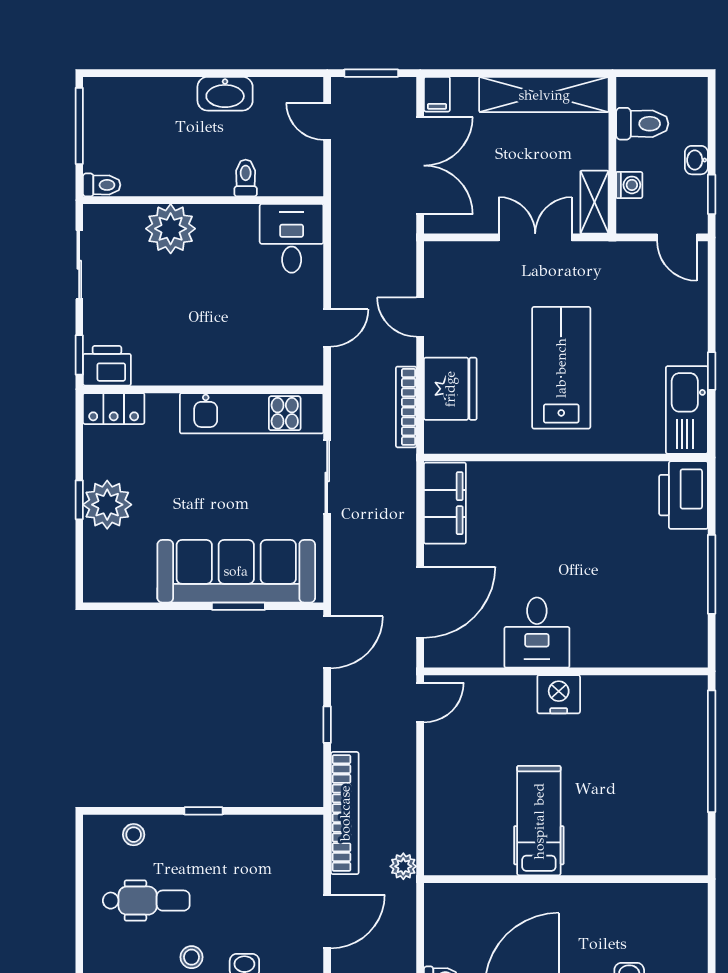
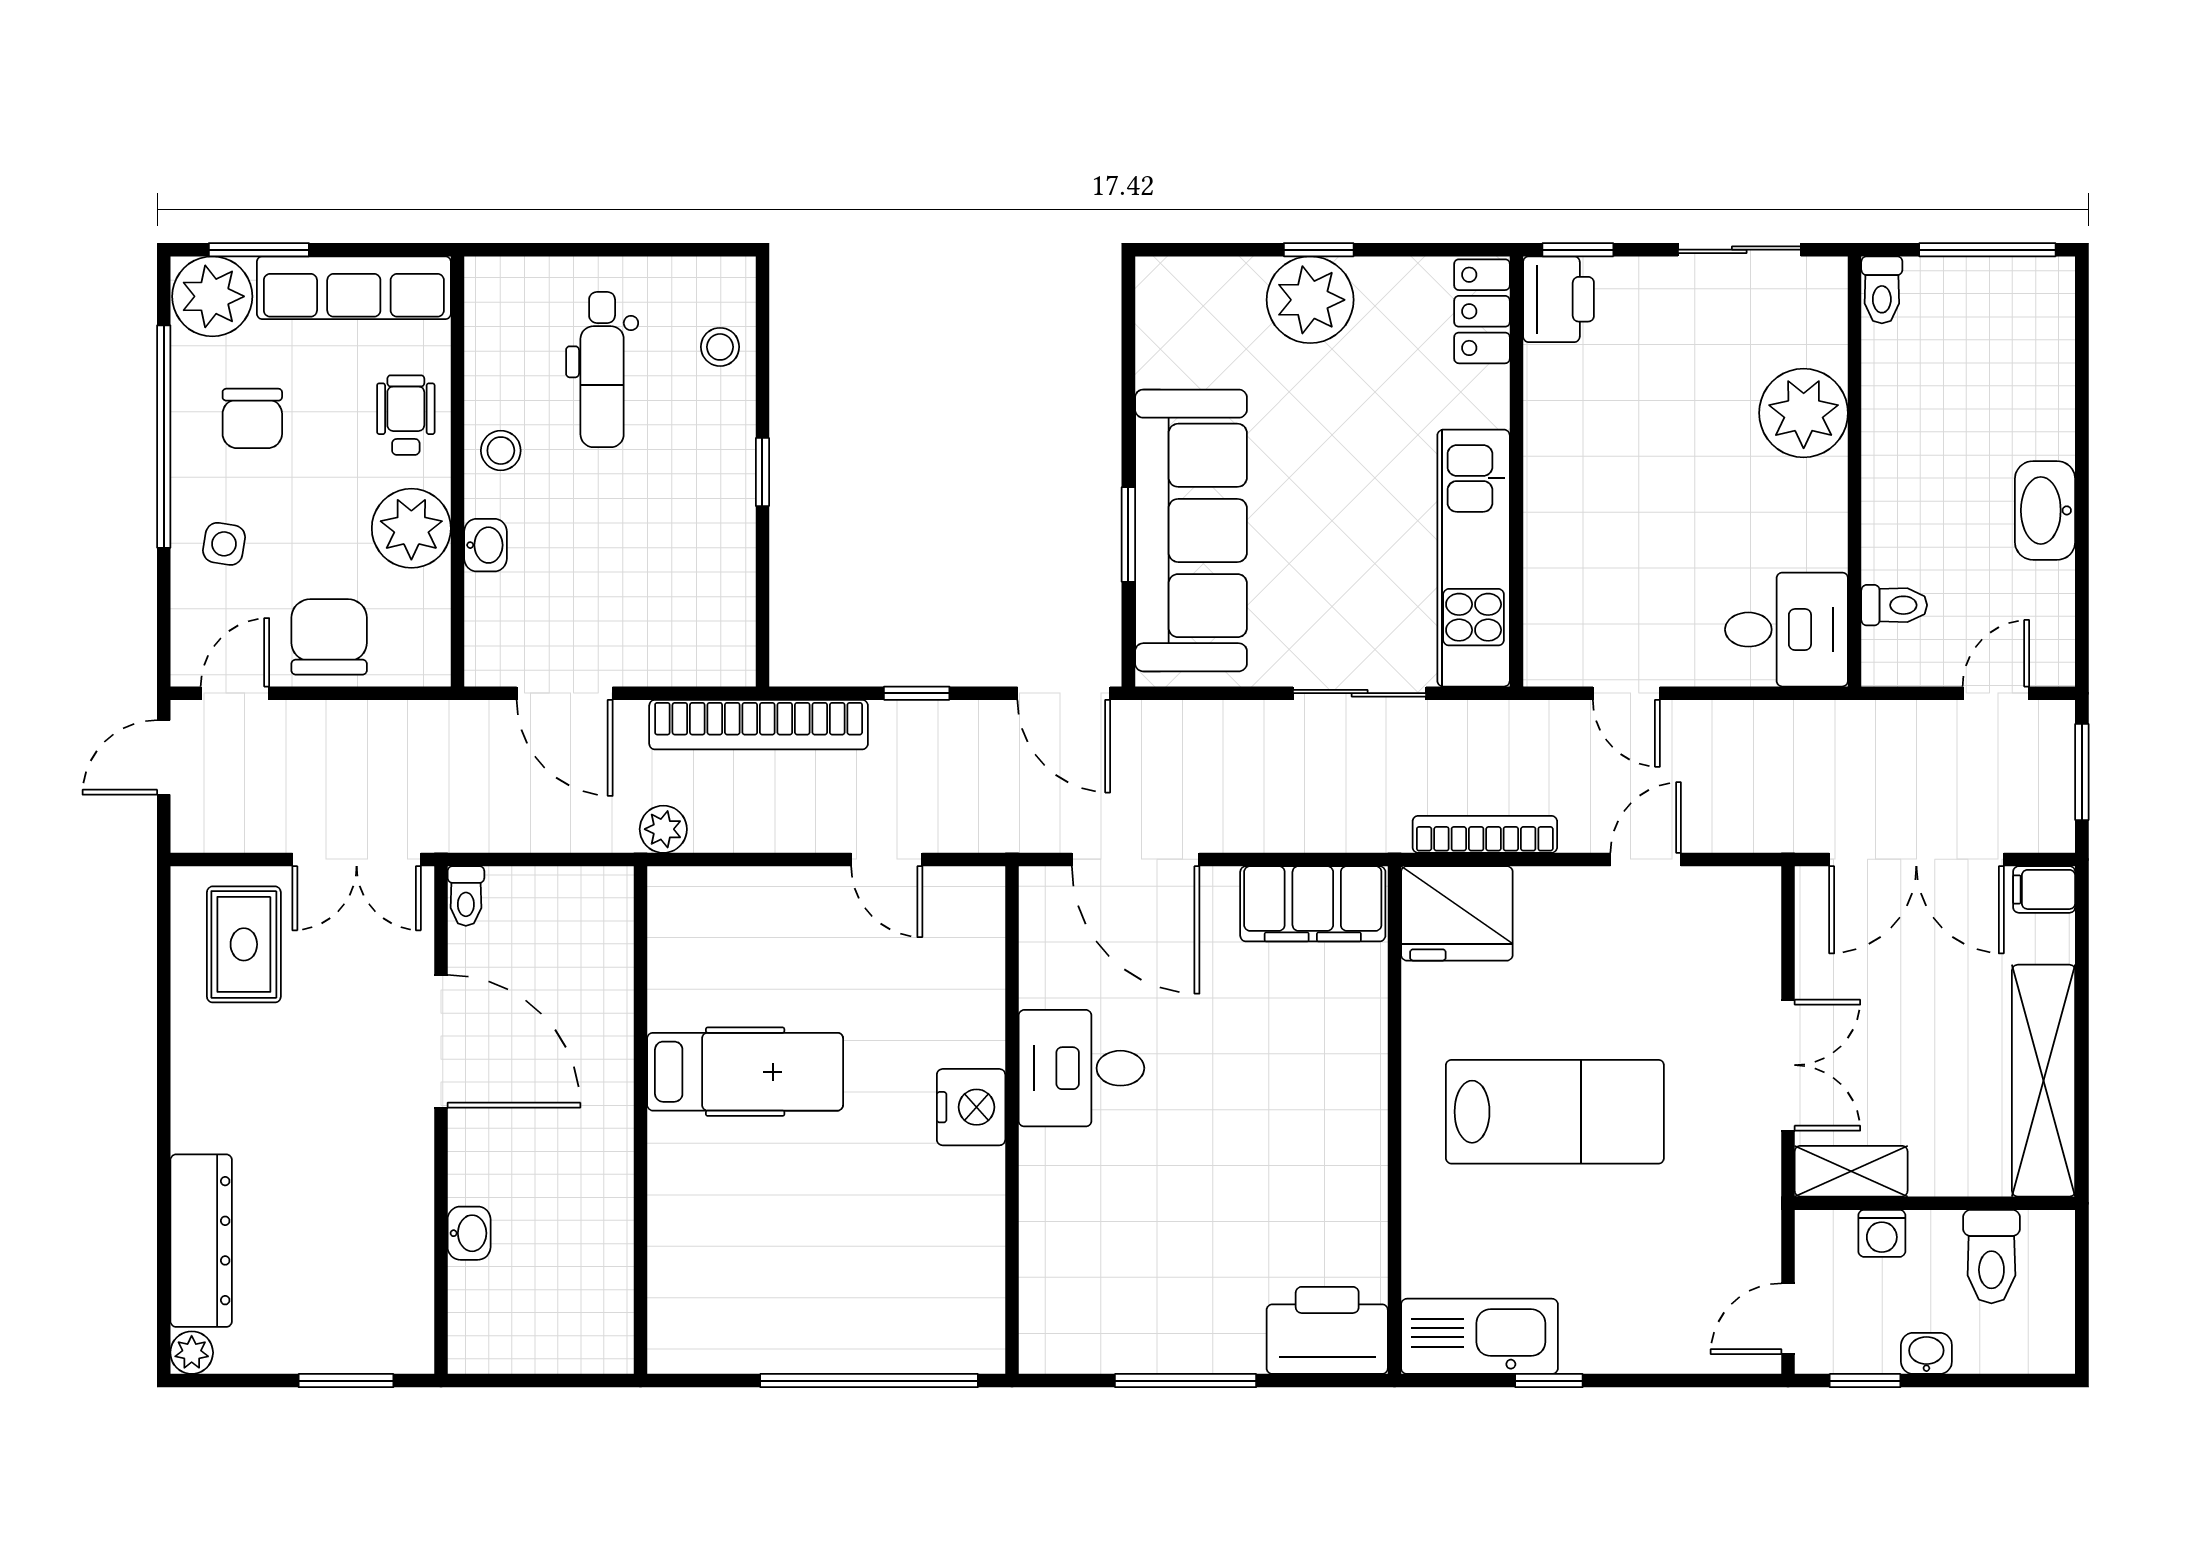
toilet: (246, 178) -> (1894, 605), moved
fridge: (450, 389) -> (1457, 913), moved
door: (420, 703) -> (887, 859), moved

